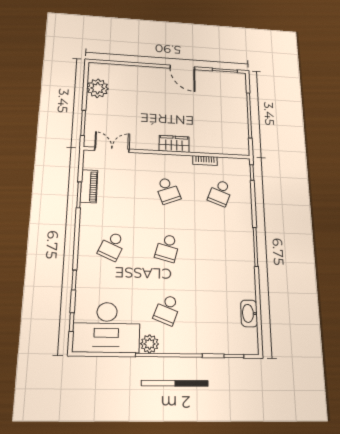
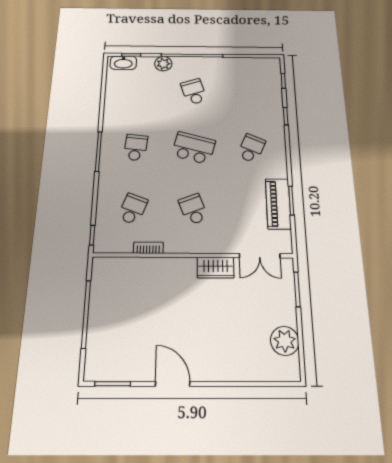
wardrobe: (174, 144) -> (215, 268), moved
piano: (89, 186) -> (278, 204), width x1.37, depth x1.33
school desk: (167, 248) -> (194, 148), width x1.85
school desk: (222, 250) -> (136, 148), added
school desk: (167, 310) -> (194, 92), turned -39
washbasin: (249, 313) -> (123, 63), moved, turned 90
desk: (106, 327) -> (251, 77), removed
plant: (150, 344) -> (163, 64), moved

